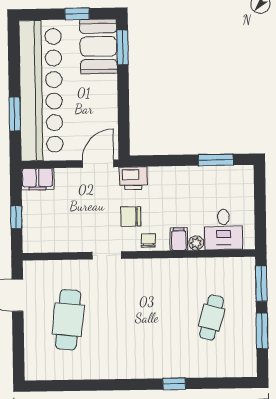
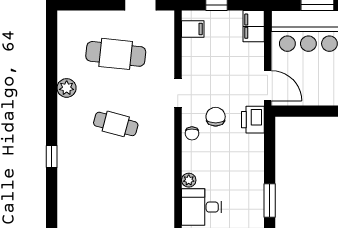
filing cabinet: (179, 239) -> (193, 29), moved
chair: (148, 240) -> (192, 133), turned 90
cafe table: (212, 318) -> (116, 124), moved
plant: (104, 370) -> (67, 88), added

